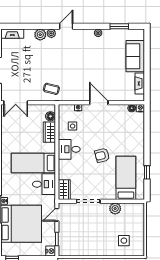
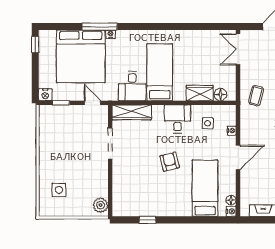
bed: (126, 178) -> (205, 188), moved, turned -90
wardrobe: (64, 190) -> (132, 112), width x1.50
plant: (115, 209) -> (101, 205), moved

